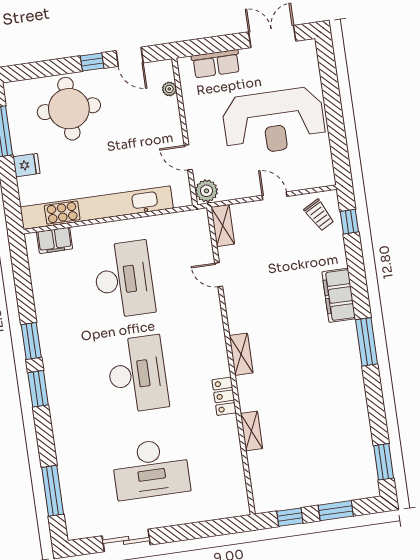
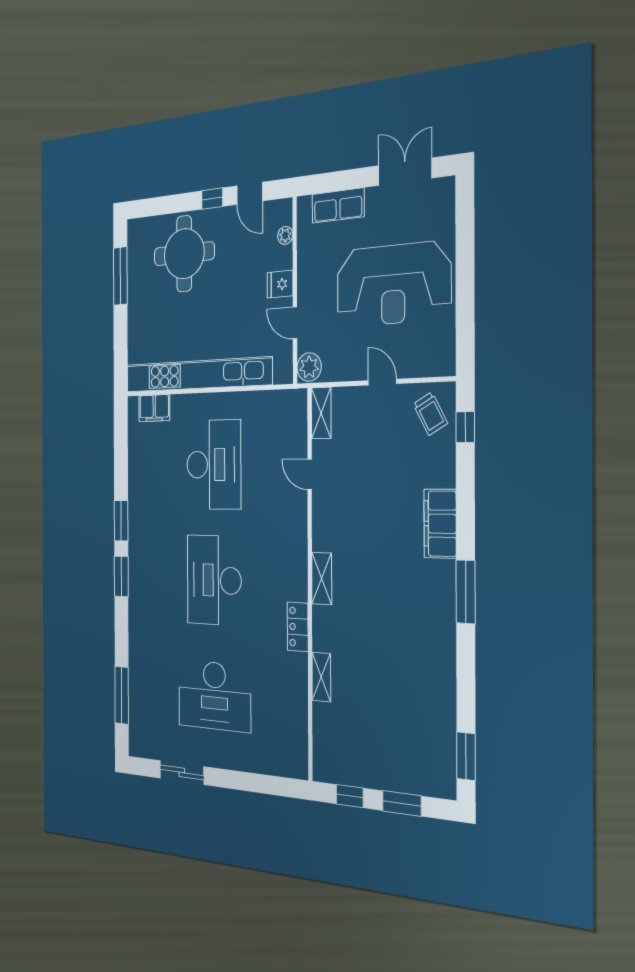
fridge: (26, 165) -> (280, 284), moved, turned 180
desk: (137, 374) -> (214, 580), turned 180

